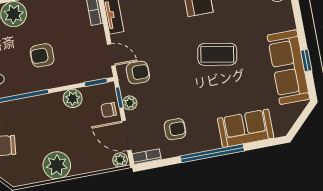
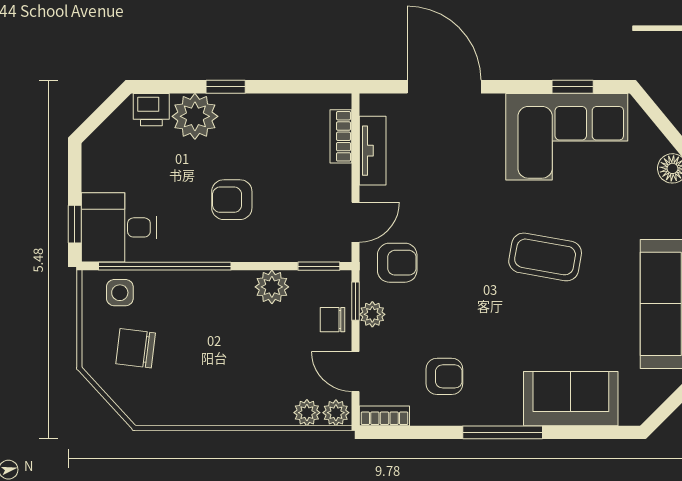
door: (111, 55) -> (356, 222), hinge flipped
door: (126, 136) -> (356, 371), width x0.73
window: (212, 153) -> (503, 432), width x0.68
plant: (57, 165) -> (307, 413), moved, width x0.53, depth x0.53

